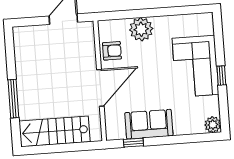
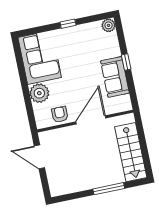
corner sofa: (195, 66) -> (40, 58), moved, turned -90
door: (100, 88) -> (91, 120), hinge flipped
window: (133, 143) -> (126, 62), moved

